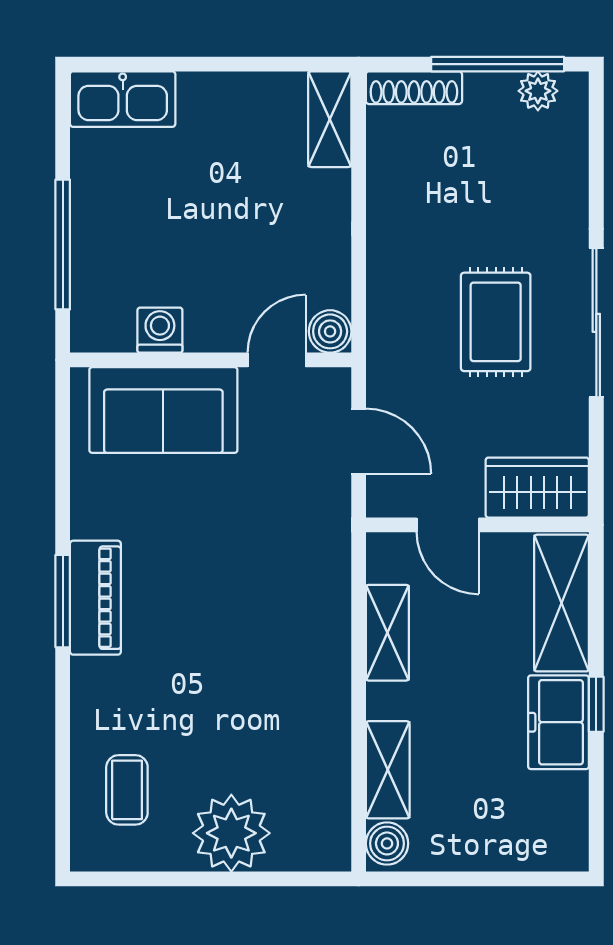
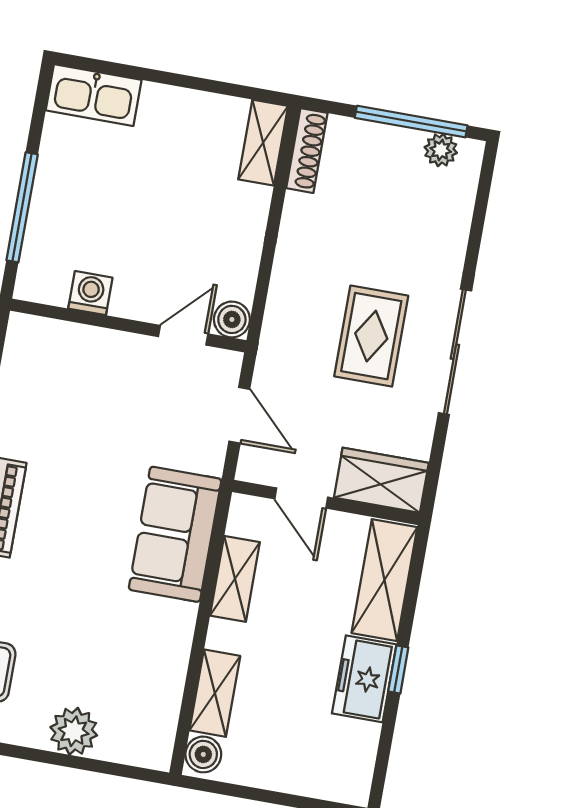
shoe rack: (414, 88) -> (307, 151), moved, turned -90
sofa: (163, 410) -> (175, 534), moved, turned 90
plant: (231, 833) -> (74, 731), width x0.73, depth x0.73

